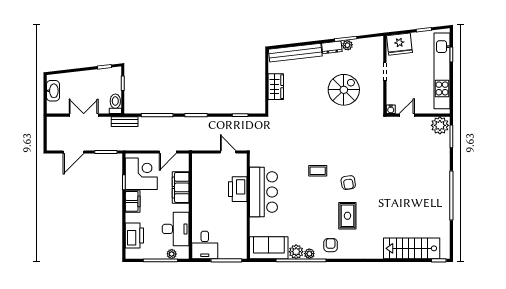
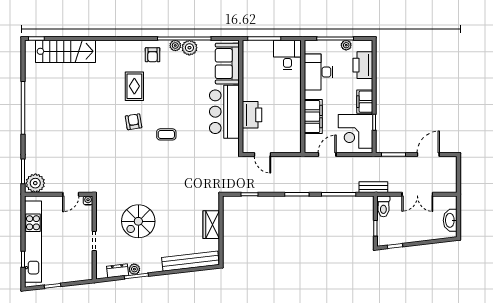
fridge: (399, 44) -> (79, 270), removed
dresser: (332, 47) -> (118, 271), moved
sofa: (269, 248) -> (227, 64), moved, turned 90
plant: (172, 254) -> (346, 45), moved

